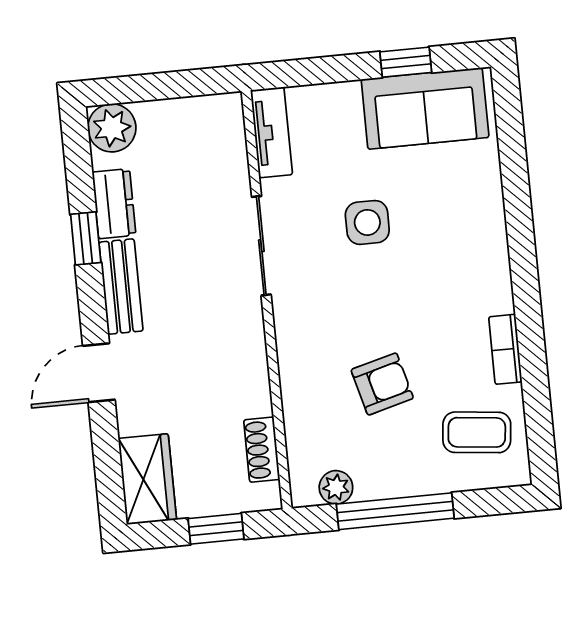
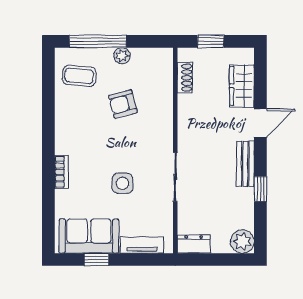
tv unit: (271, 132) -> (142, 245), moved, turned 90
dresser: (114, 204) -> (194, 244), moved, turned 90
bookcase: (505, 349) -> (61, 172), moved
wardrobe: (147, 479) -> (242, 86), moved
plant: (336, 487) -> (122, 56), moved
window: (395, 511) -> (98, 41), moved

